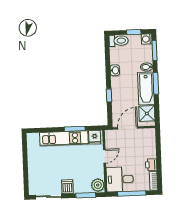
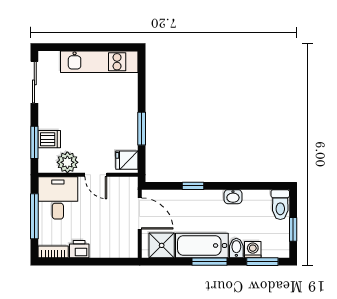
washing machine: (147, 39) -> (253, 250), moved
kitchen unit: (64, 138) -> (99, 62), moved, turned -90
plant: (98, 185) -> (67, 162), moved
dishwasher: (67, 187) -> (49, 139), moved

